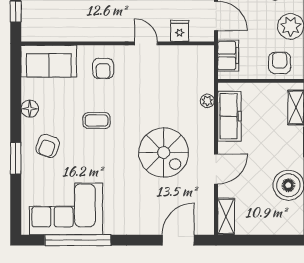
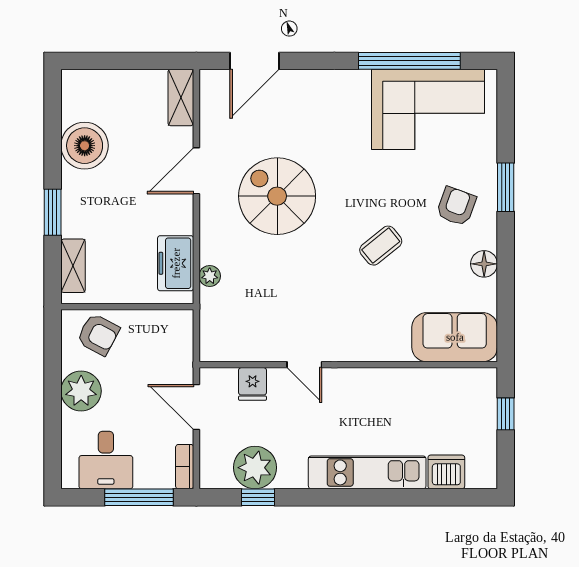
filing cabinet: (228, 56) -> (178, 346), removed
armchair: (280, 63) -> (98, 335), turned -62
armchair: (103, 68) -> (371, 326), removed
freezer: (229, 116) -> (176, 263), width x0.71
coffee table: (97, 121) -> (381, 246), turned -39

